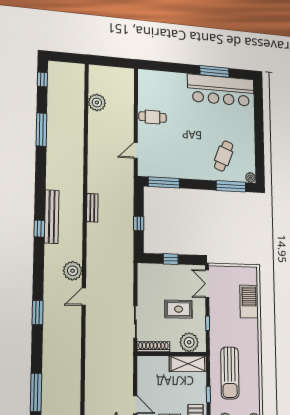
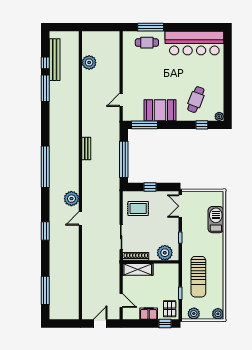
window: (214, 71) -> (151, 27), moved
window: (42, 79) -> (45, 63), moved
cafe table: (153, 117) -> (147, 43), moved
booth: (182, 166) -> (160, 110), added
window: (231, 186) -> (202, 125), width x0.46
bench: (52, 217) -> (55, 60), moved
window: (139, 223) -> (124, 159), width x3.17
window: (39, 229) -> (45, 167), width x3.17
rug: (179, 309) -> (138, 208), moved
shelving: (188, 364) -> (138, 269), moved

